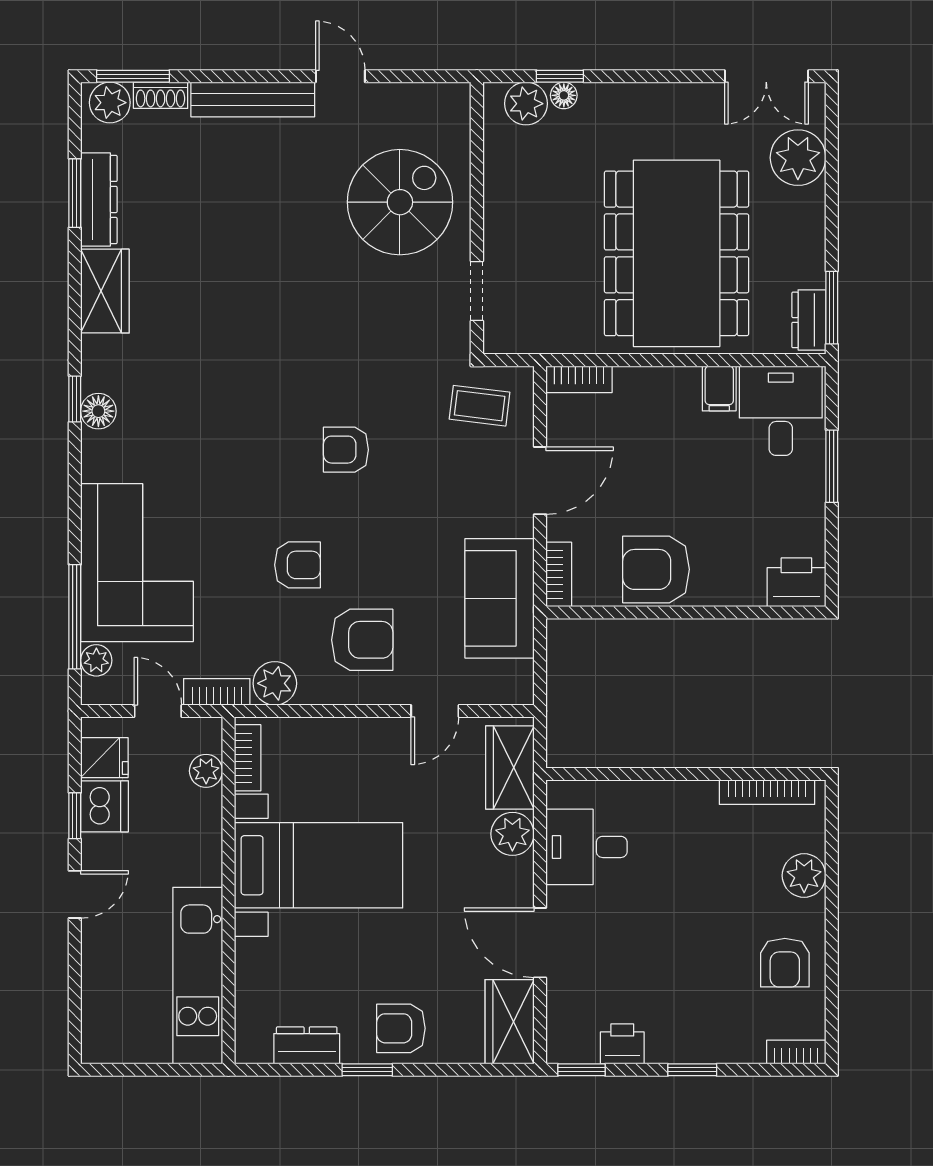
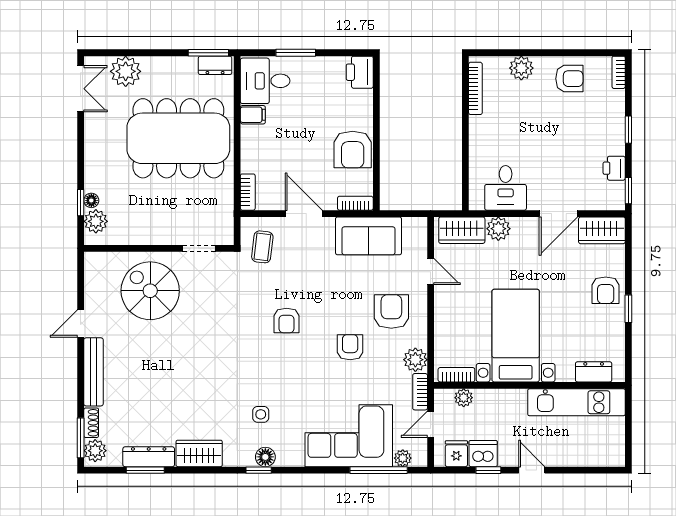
side table: (176, 403) -> (261, 414), added
dresser: (307, 1045) -> (594, 372), moved, turned 90

